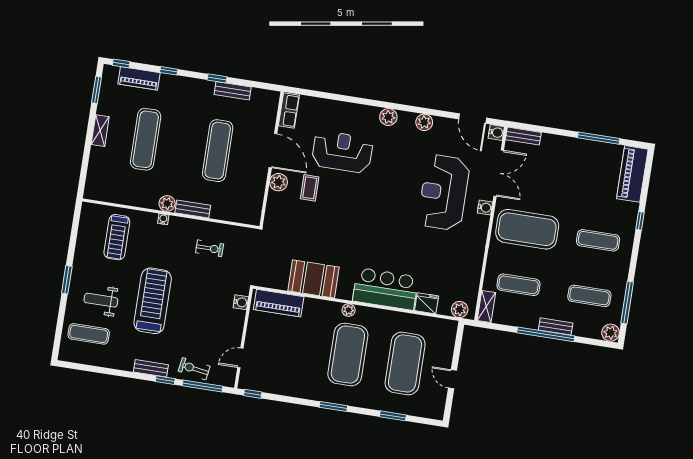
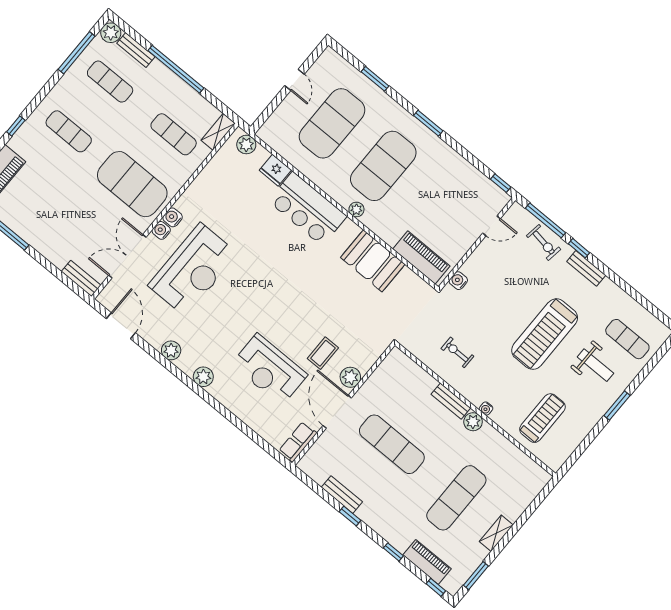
water cooler: (496, 132) -> (173, 217), moved
exercise mat: (218, 151) -> (392, 444), turned 90
bench: (556, 326) -> (136, 50), moved

